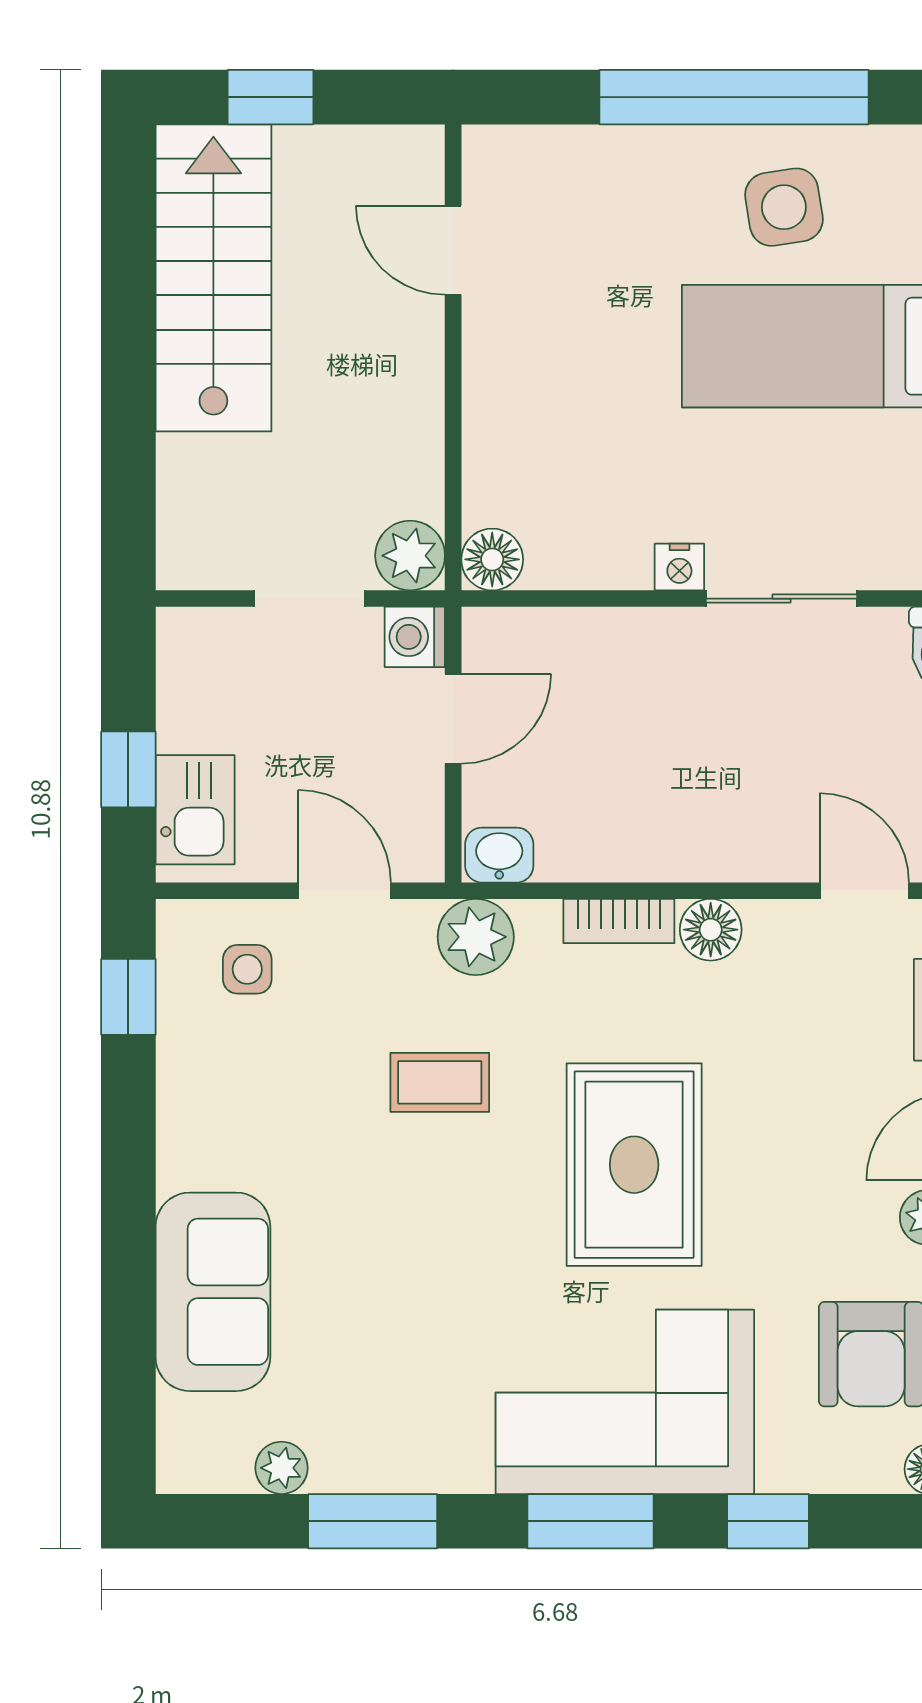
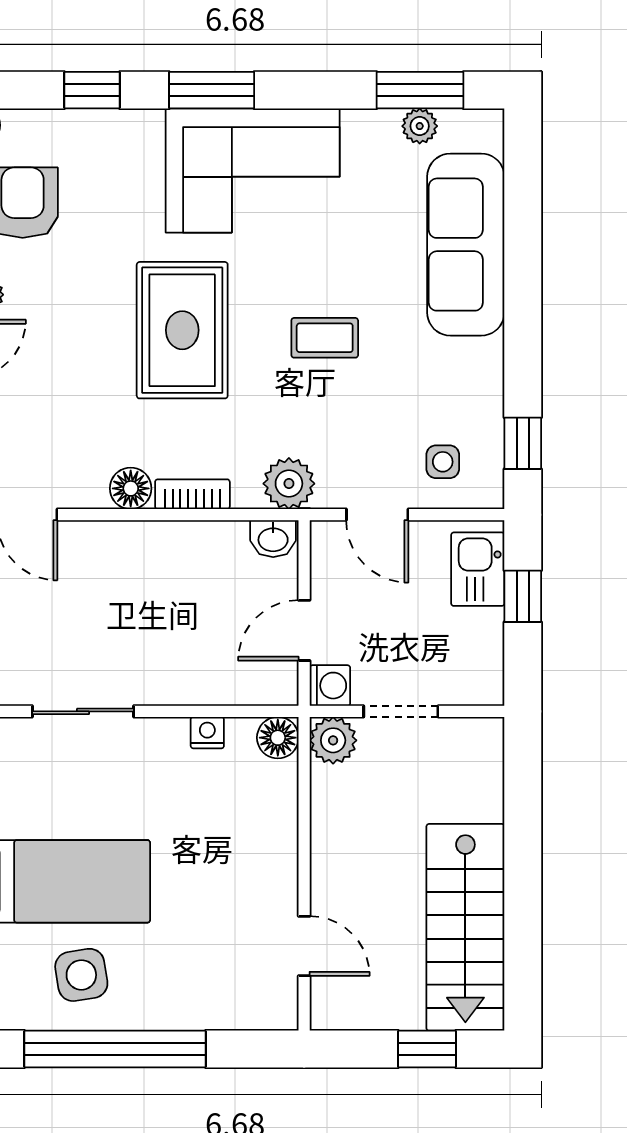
nightstand: (679, 567) -> (207, 733), moved
coffee table: (440, 1082) -> (325, 338), moved
sofa: (213, 1292) -> (466, 245), width x1.36
corner sofa: (625, 1402) -> (253, 171), moved
window: (373, 1521) -> (420, 90), moved

